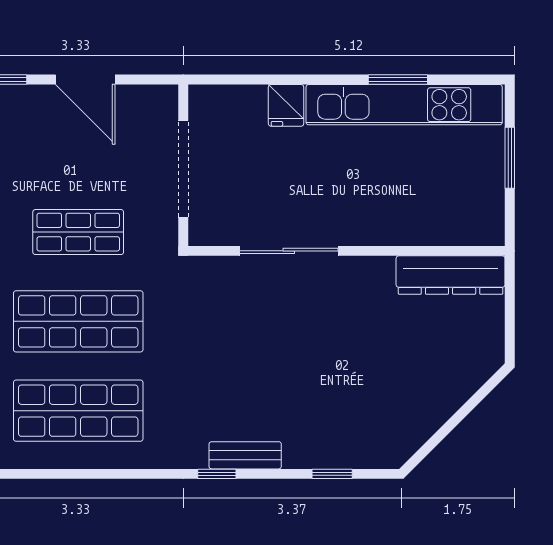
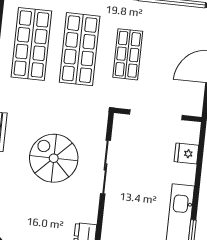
fridge: (286, 105) -> (186, 153), moved
spiral stairs: (283, 347) -> (54, 158), added

